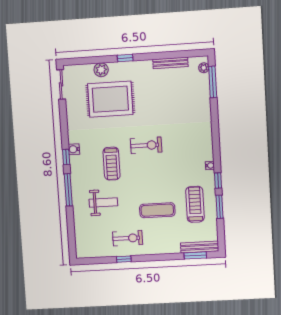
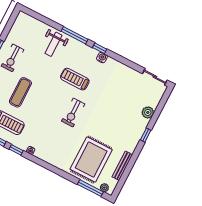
rug: (110, 99) -> (91, 159), moved
weight bench: (103, 202) -> (54, 44), moved

